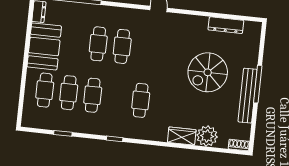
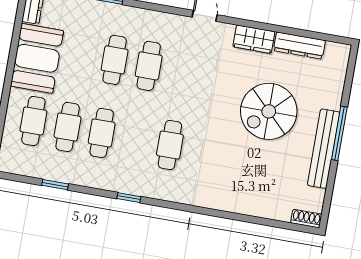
wardrobe: (182, 136) -> (254, 39), moved, turned 180
plant: (207, 136) -> (262, 203), removed

